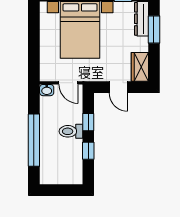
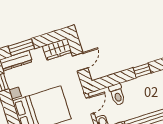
window: (88, 122) -> (118, 78), removed
toilet: (71, 131) -> (117, 95), moved

